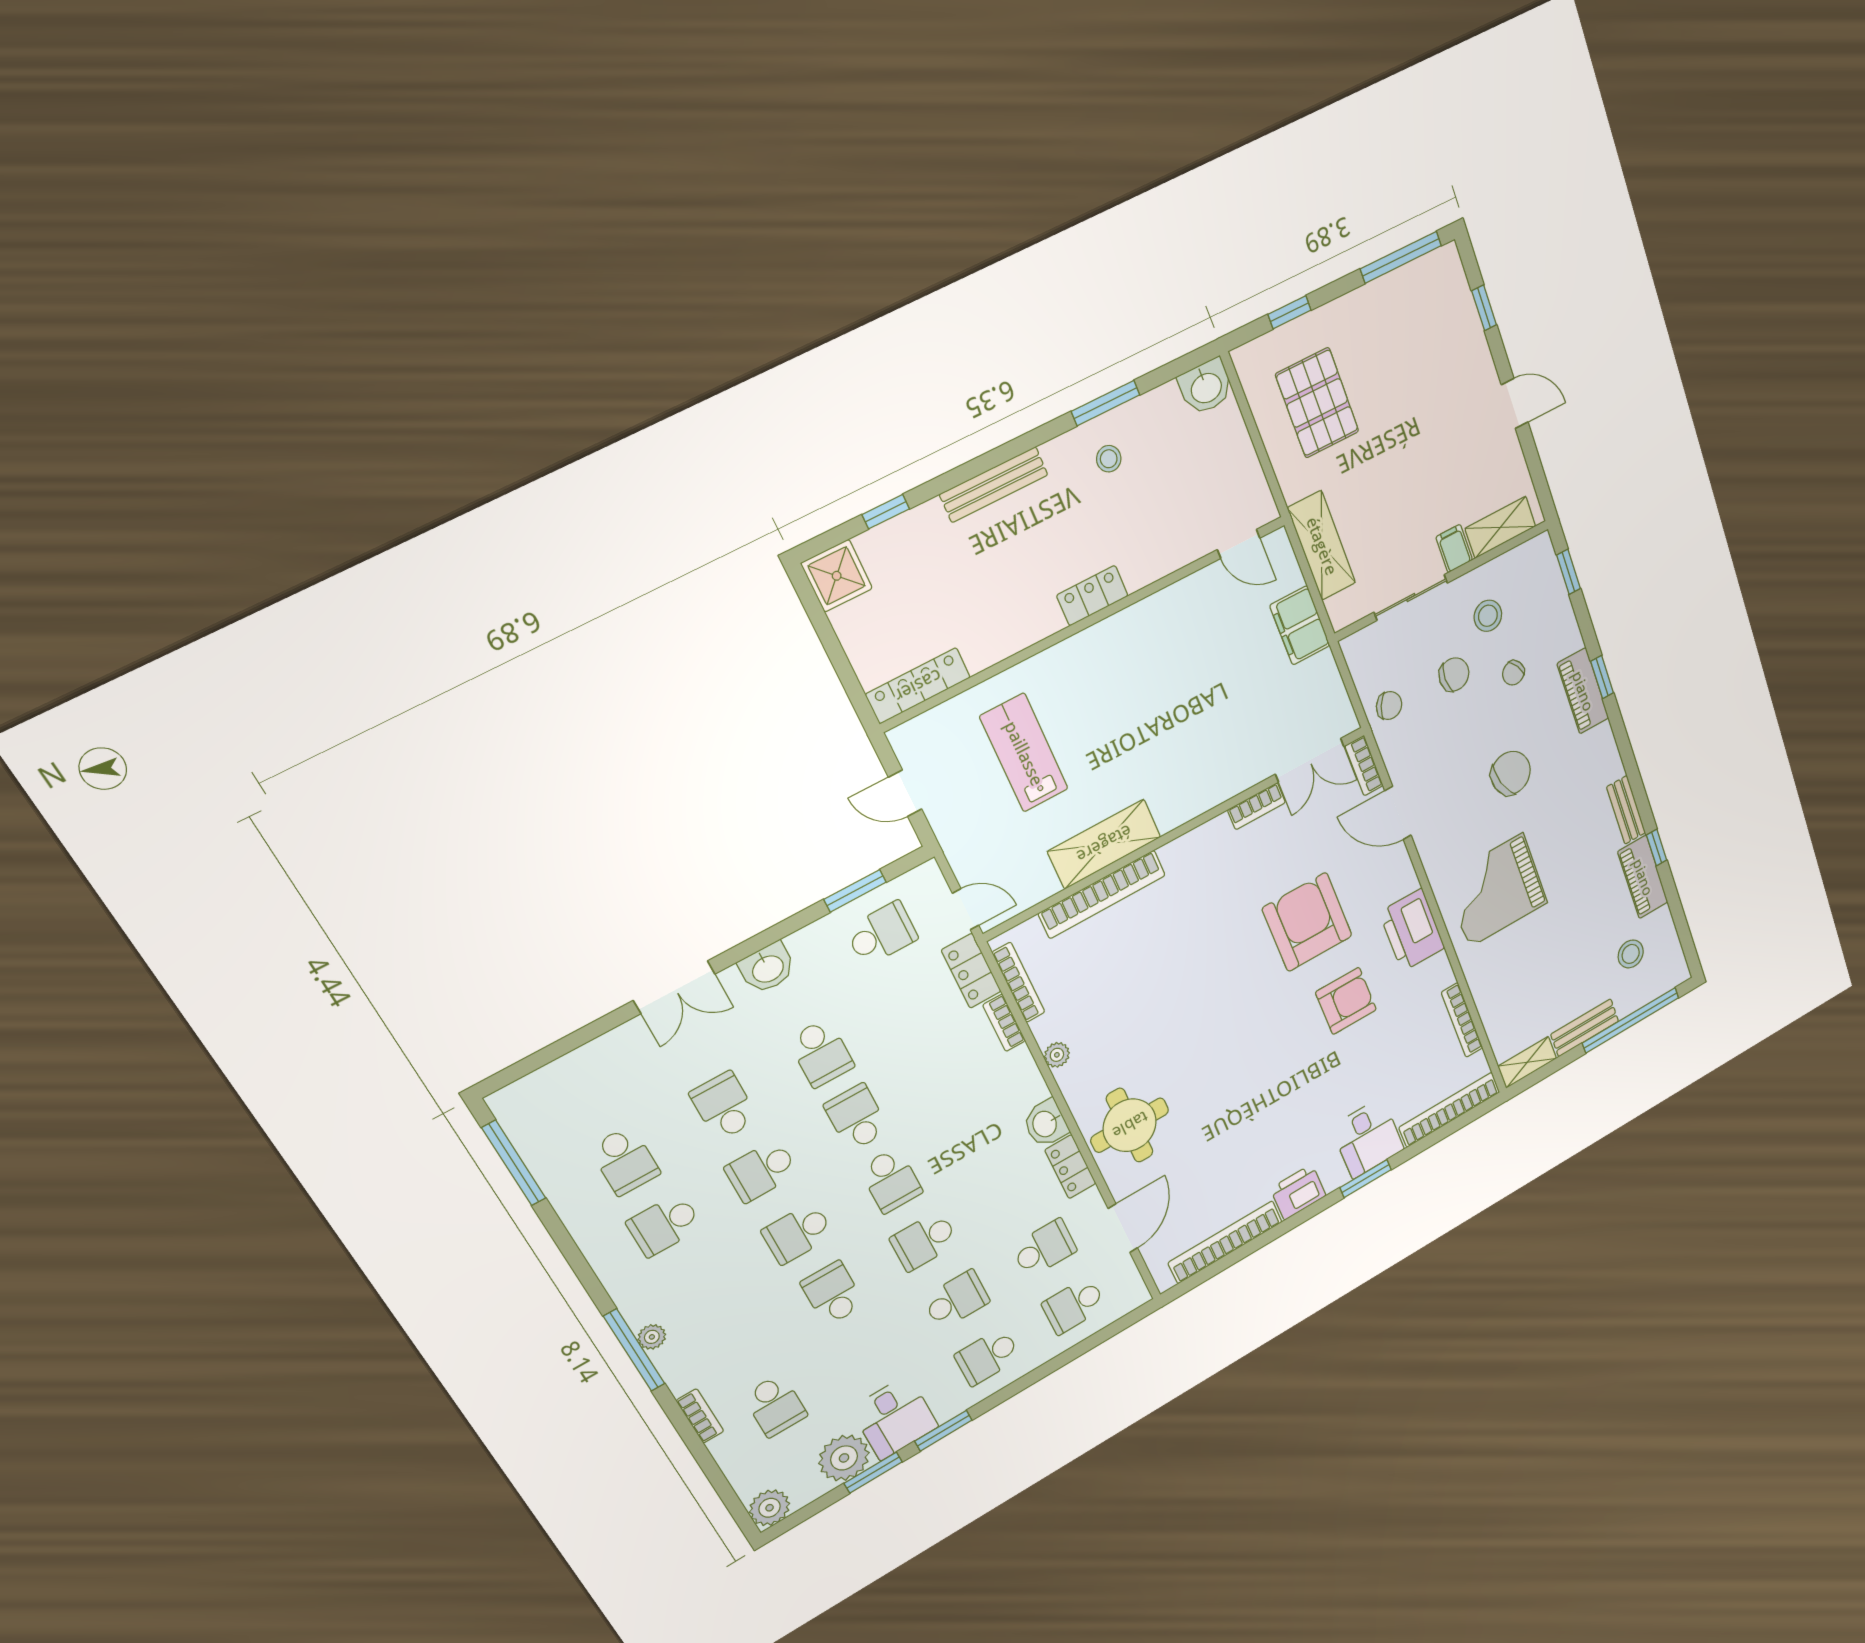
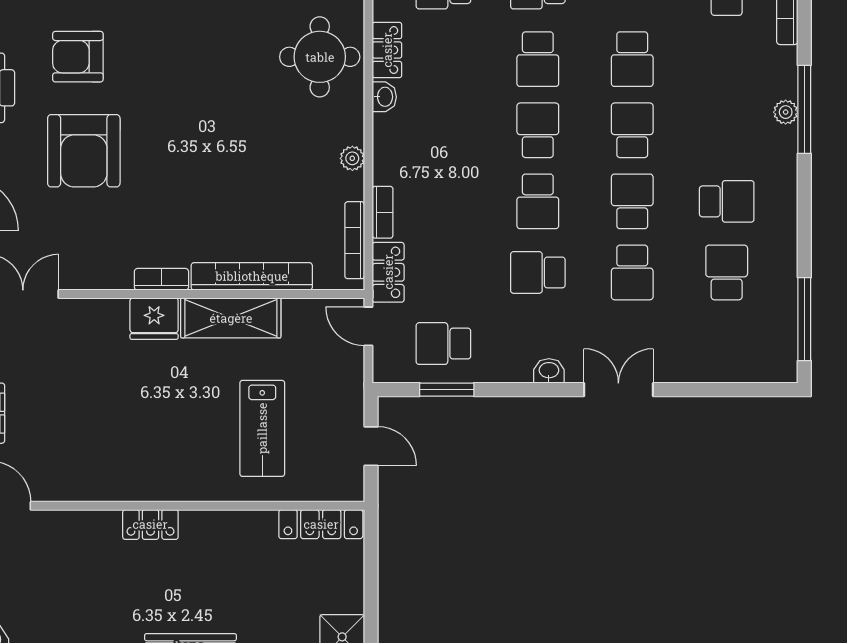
stool: (1109, 459) -> (90, 623), removed
fridge: (1177, 804) -> (154, 319), added
bookcase: (1256, 806) -> (161, 279), moved
washbasin: (767, 968) -> (549, 371), width x0.72, depth x0.69
school desk: (821, 1053) -> (538, 272), turned -90
washbasin: (1046, 1124) -> (384, 97), width x0.72, depth x0.69
school desk: (761, 1171) -> (632, 201), turned -90
school desk: (798, 1233) -> (632, 130), turned -90
school desk: (924, 1241) -> (538, 59), turned 90

